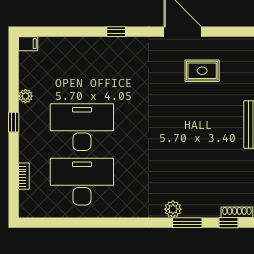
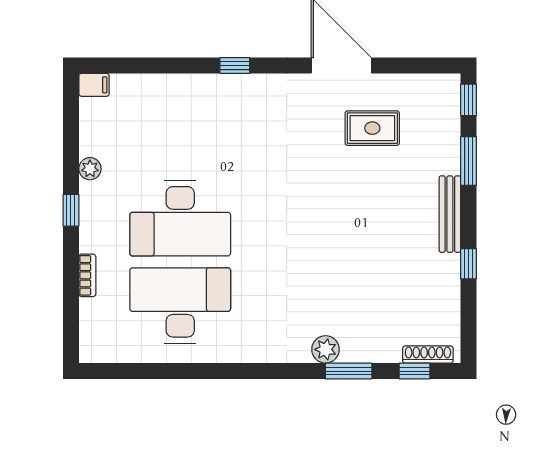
desk: (82, 127) -> (180, 218), turned 180
bookcase: (24, 176) -> (87, 275), moved

